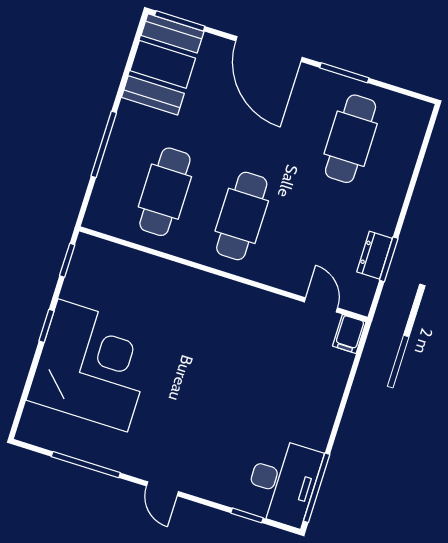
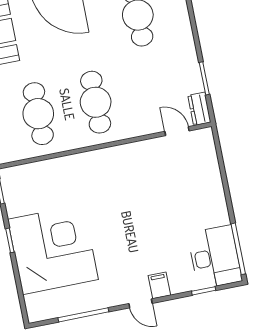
dresser: (375, 255) -> (199, 109), moved
filing cabinet: (349, 334) -> (159, 285), moved, turned 180

